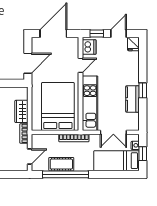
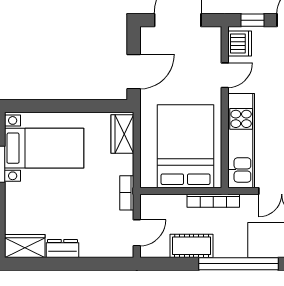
wardrobe: (21, 111) -> (122, 134), moved
window: (66, 174) -> (239, 264), moved

